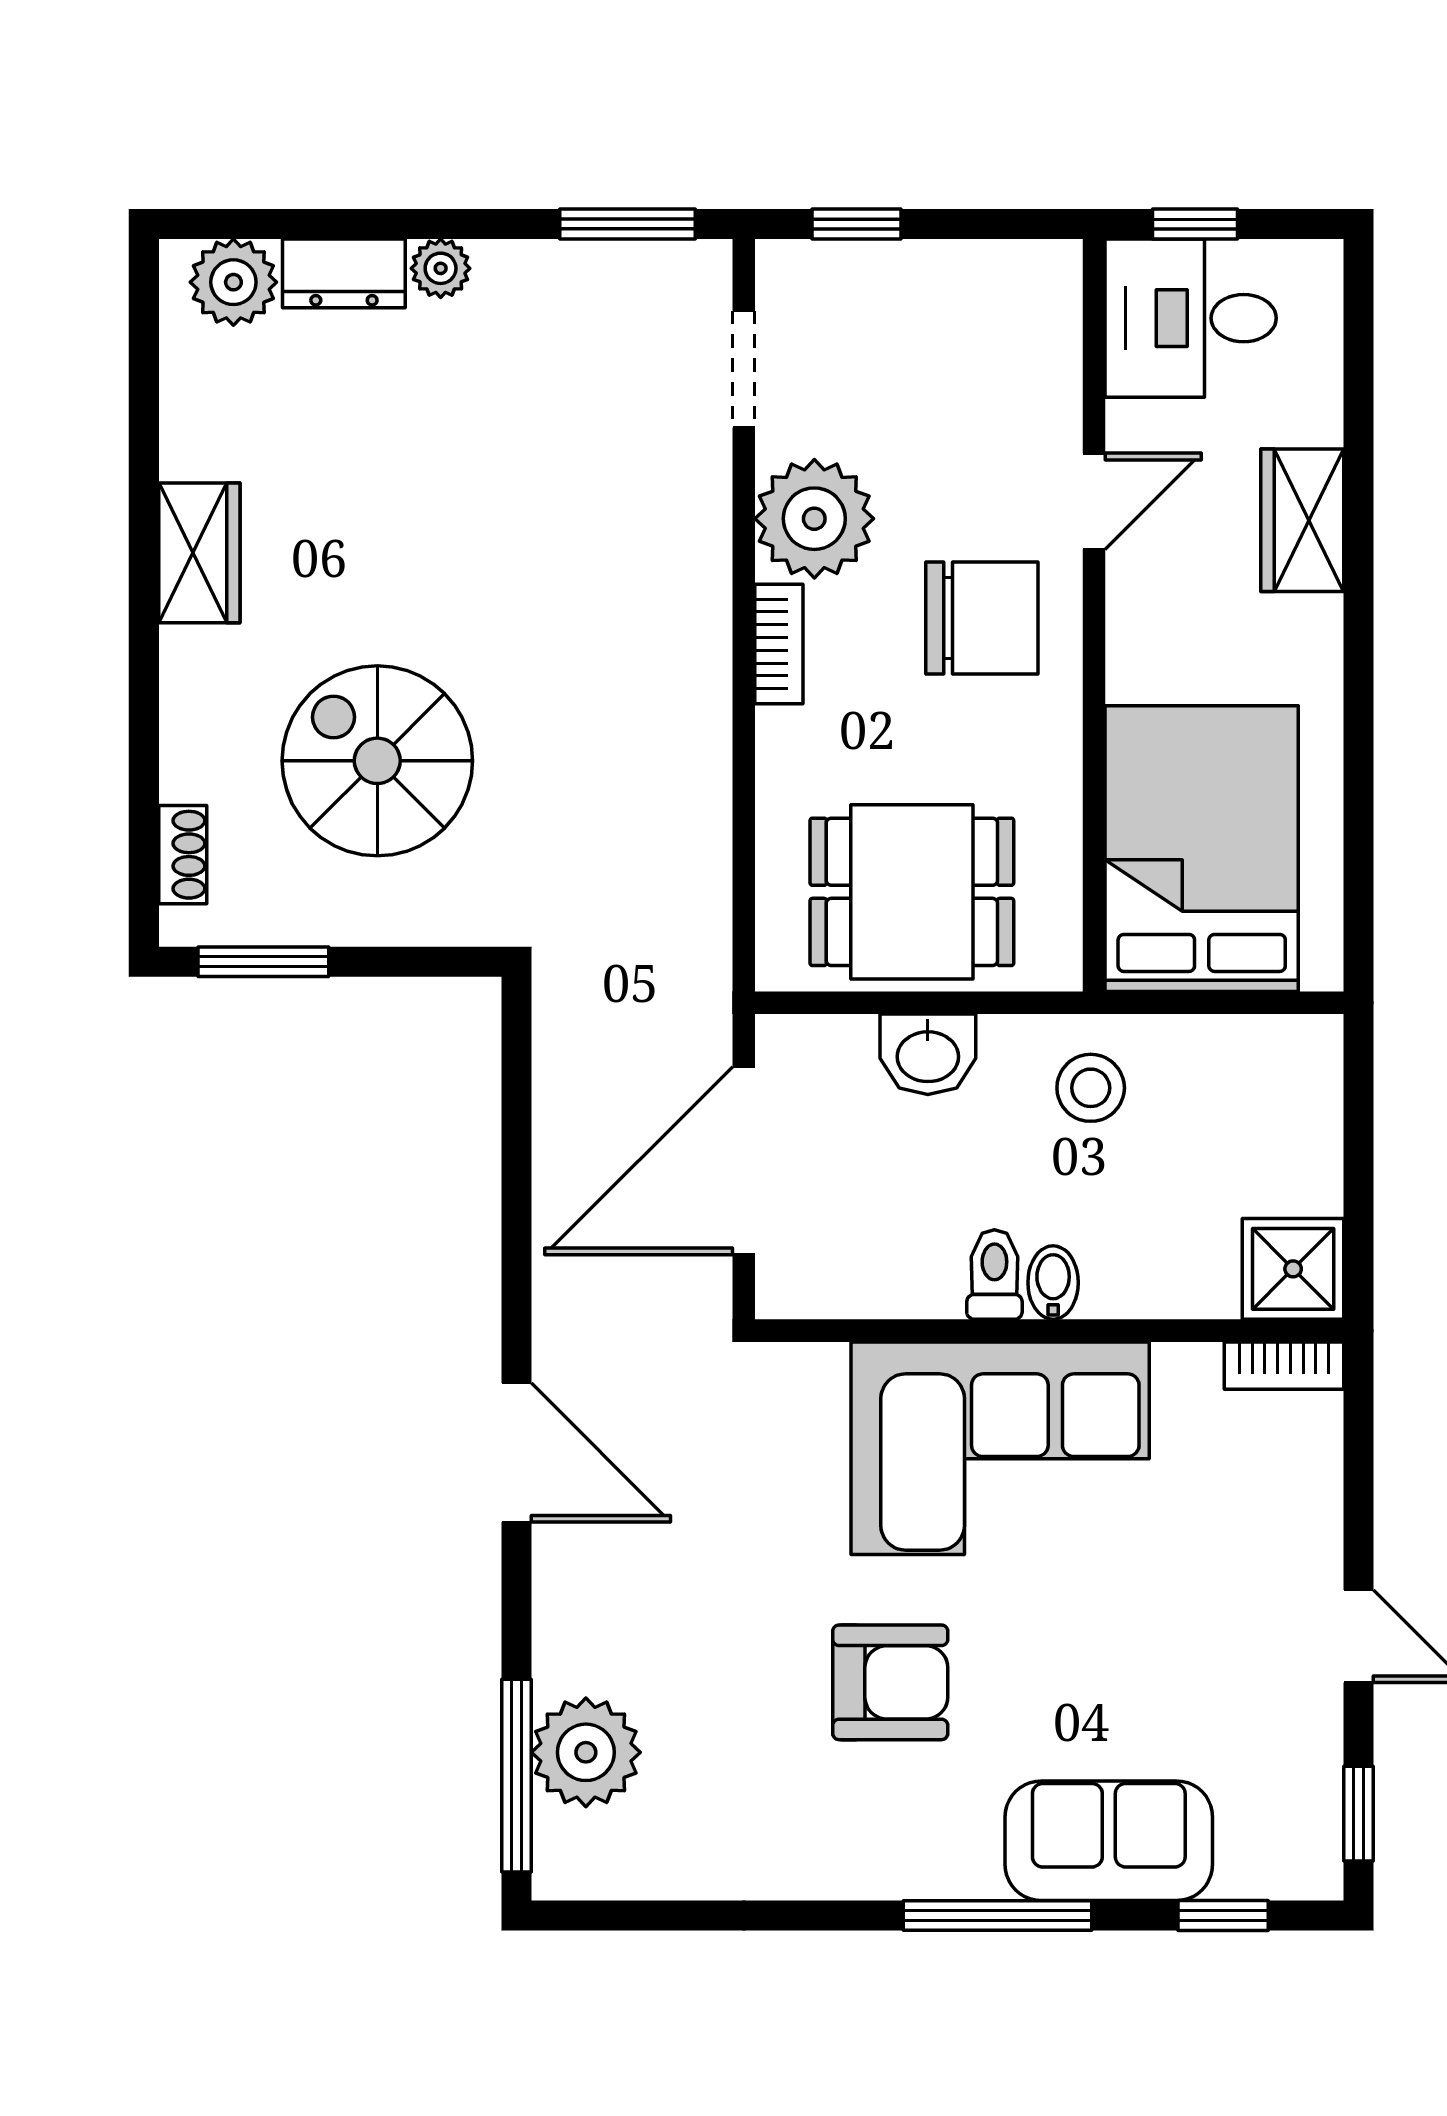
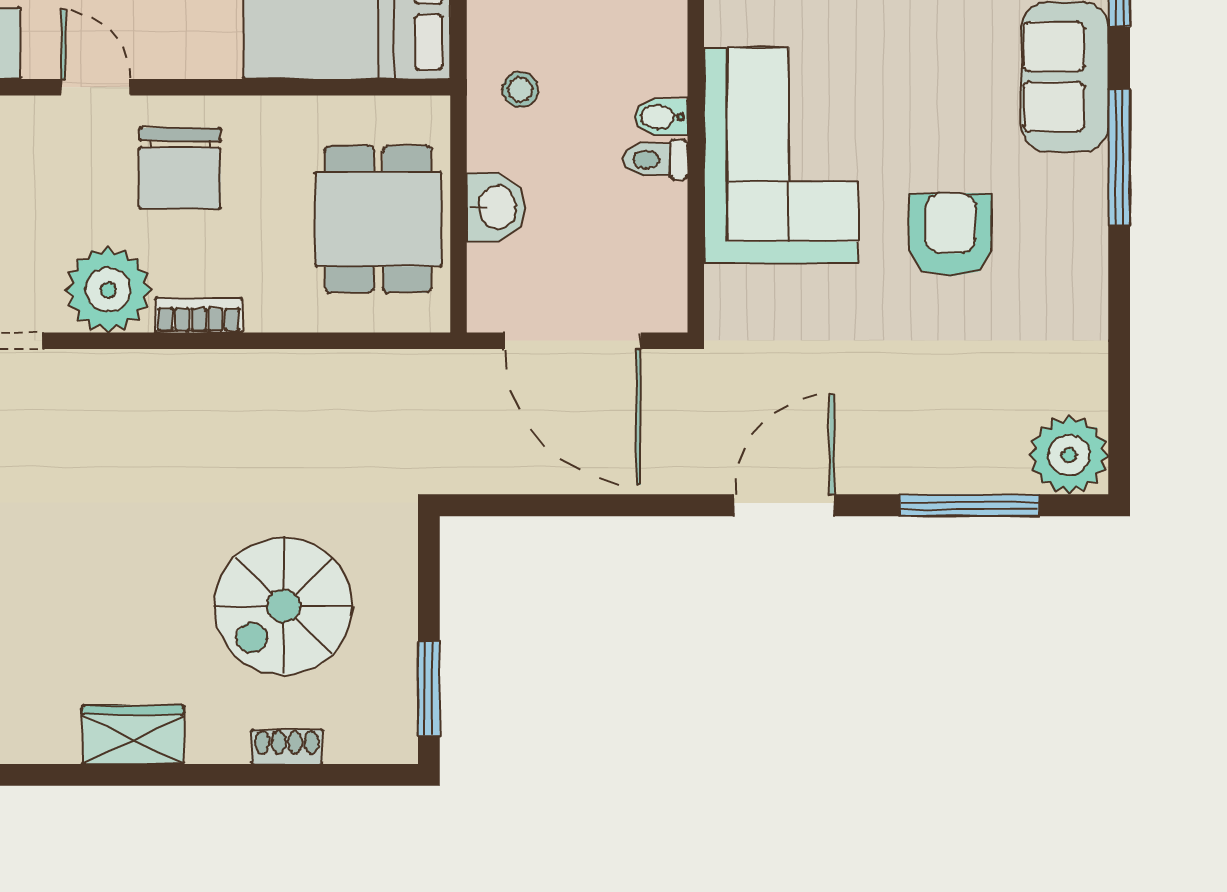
chair: (982, 618) -> (180, 168), turned 180
shoe rack: (183, 855) -> (287, 747), moved
stool: (1091, 1088) -> (520, 90), width x0.73, depth x0.73
plant: (586, 1752) -> (1069, 455), moved
window: (516, 1776) -> (969, 505), moved

